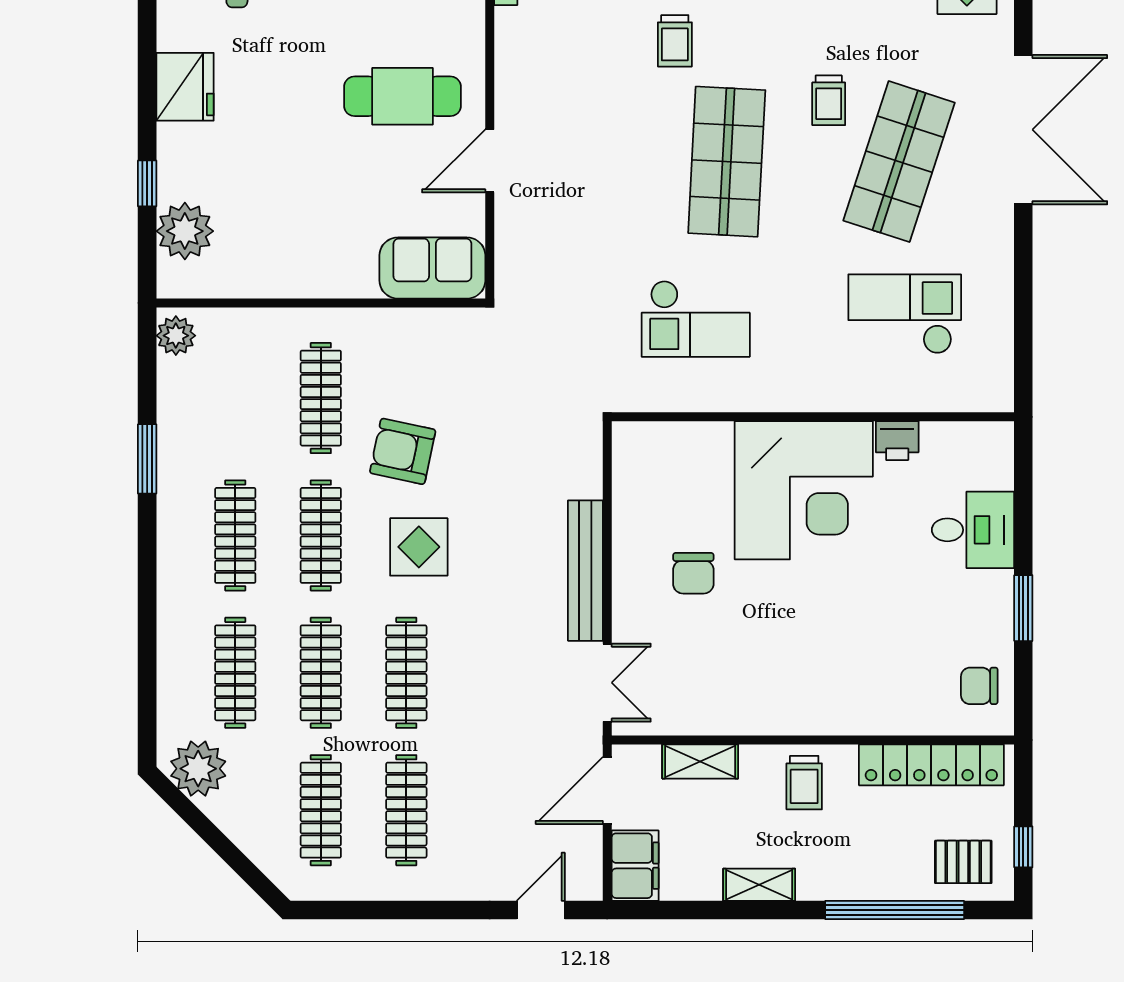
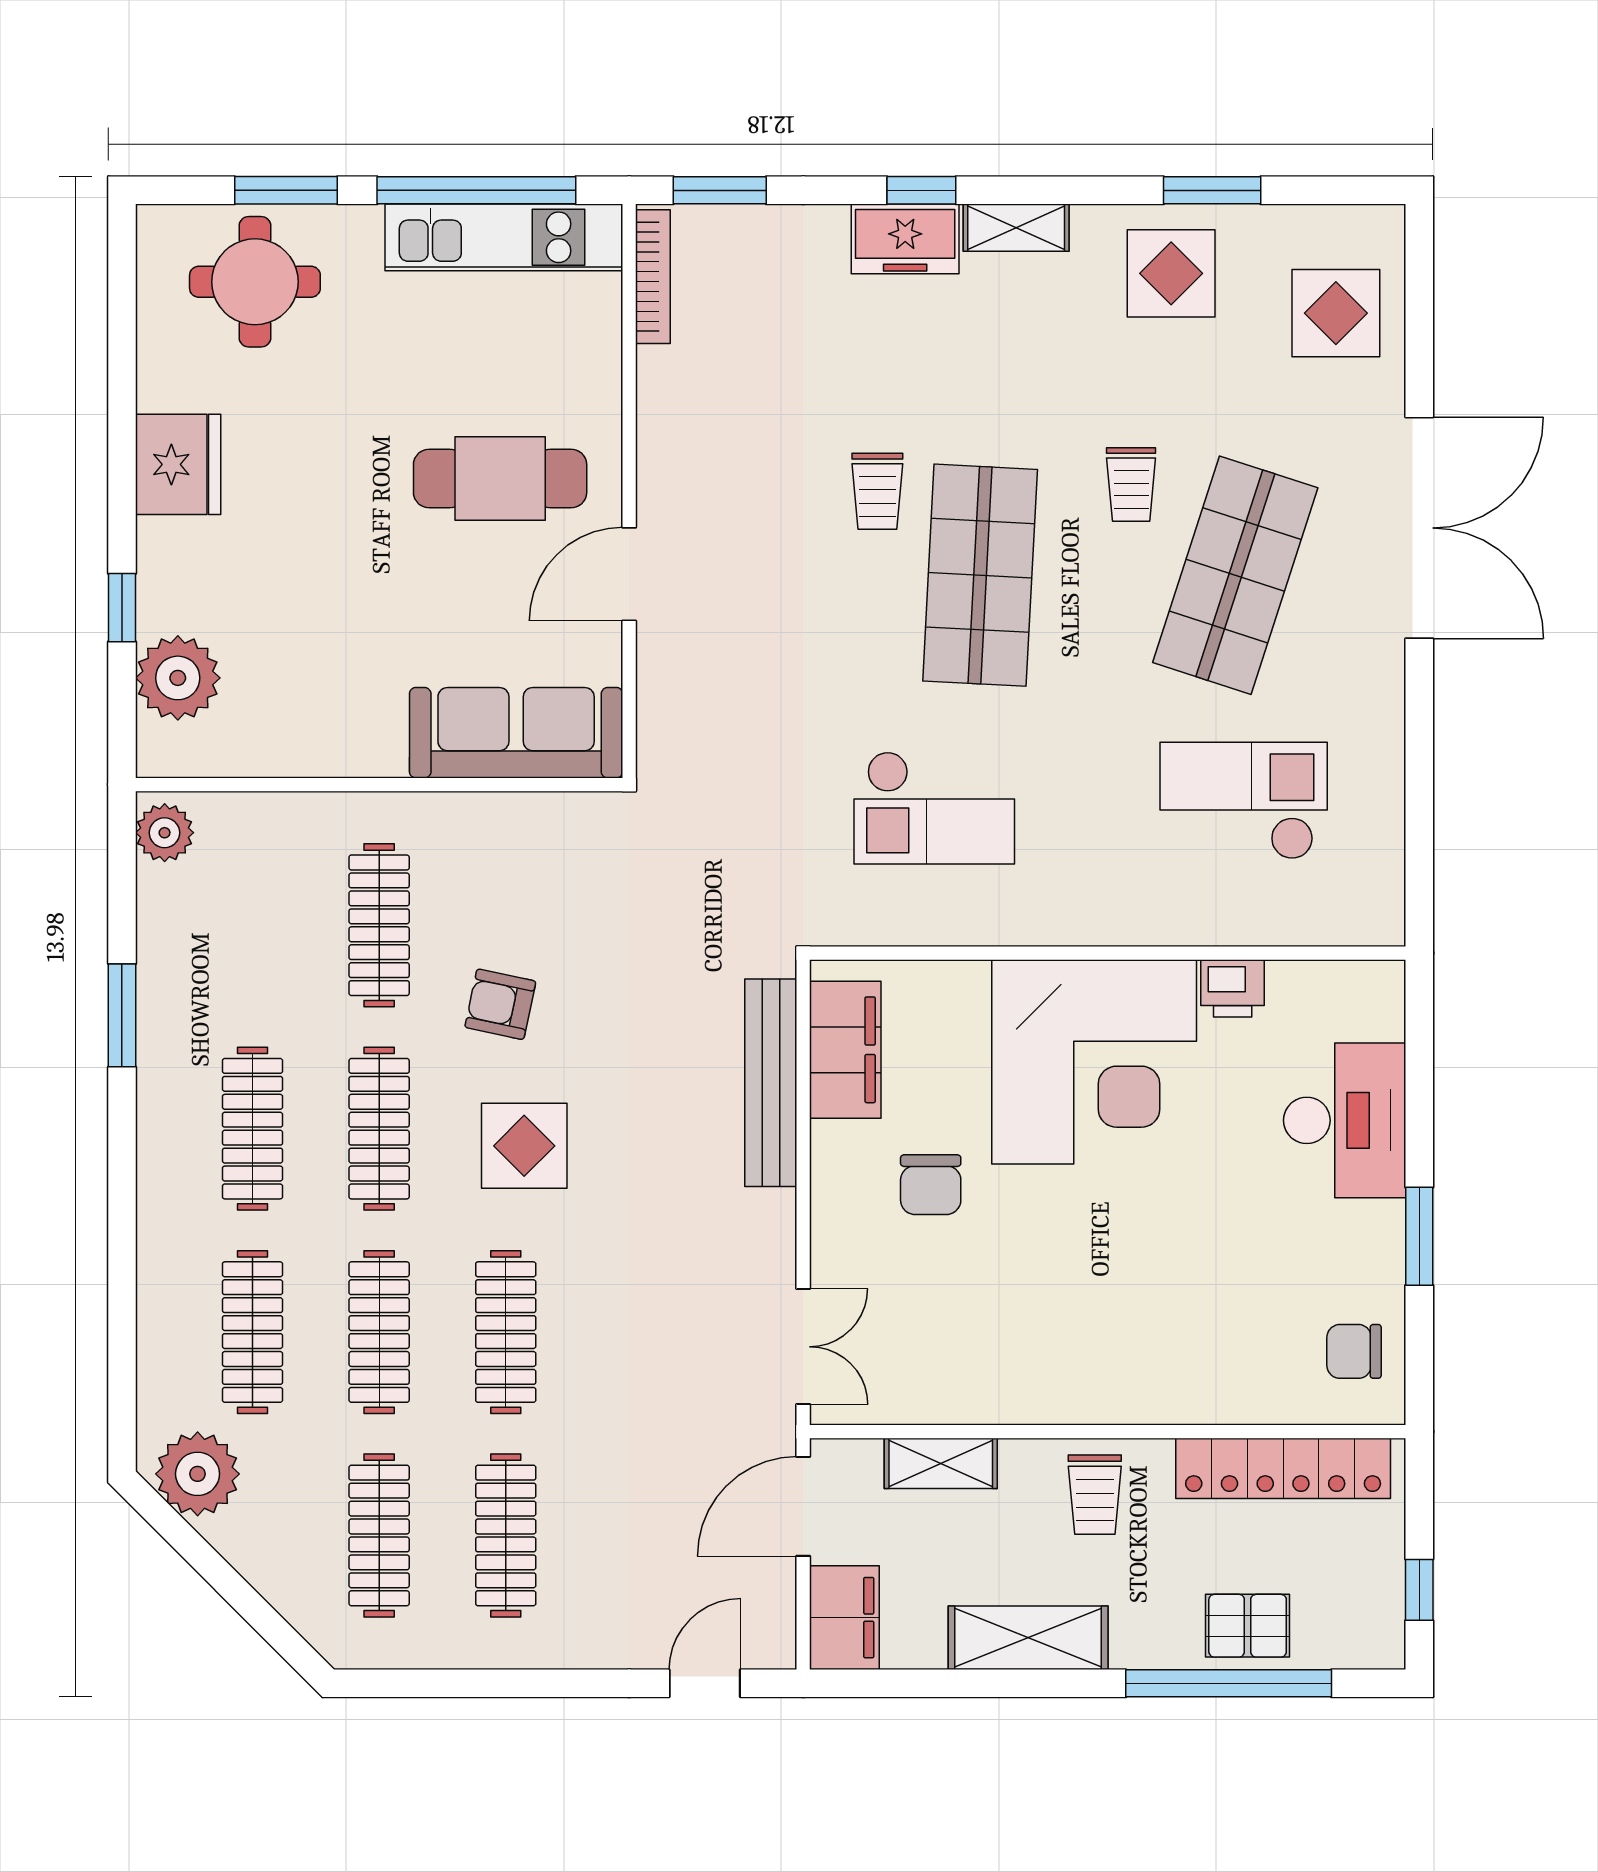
trolley: (675, 41) -> (877, 491), moved
sofa: (432, 268) -> (516, 733), width x1.36
armchair: (403, 451) -> (500, 1004), width x0.72, depth x0.72
filing cabinet: (636, 482) -> (845, 1050), added
desk: (973, 530) -> (1345, 1120), width x1.37
bench: (585, 571) -> (771, 1083), moved
pallet: (963, 862) -> (1248, 1626), moved
shelving: (759, 885) -> (1028, 1638), width x1.50, depth x1.33

